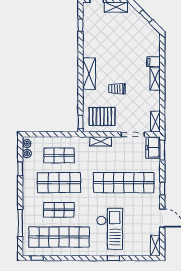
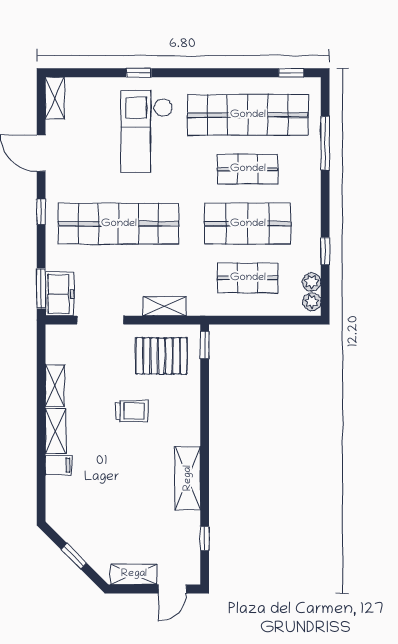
shelving: (89, 74) -> (188, 478), moved
shelving: (155, 122) -> (55, 386), moved

